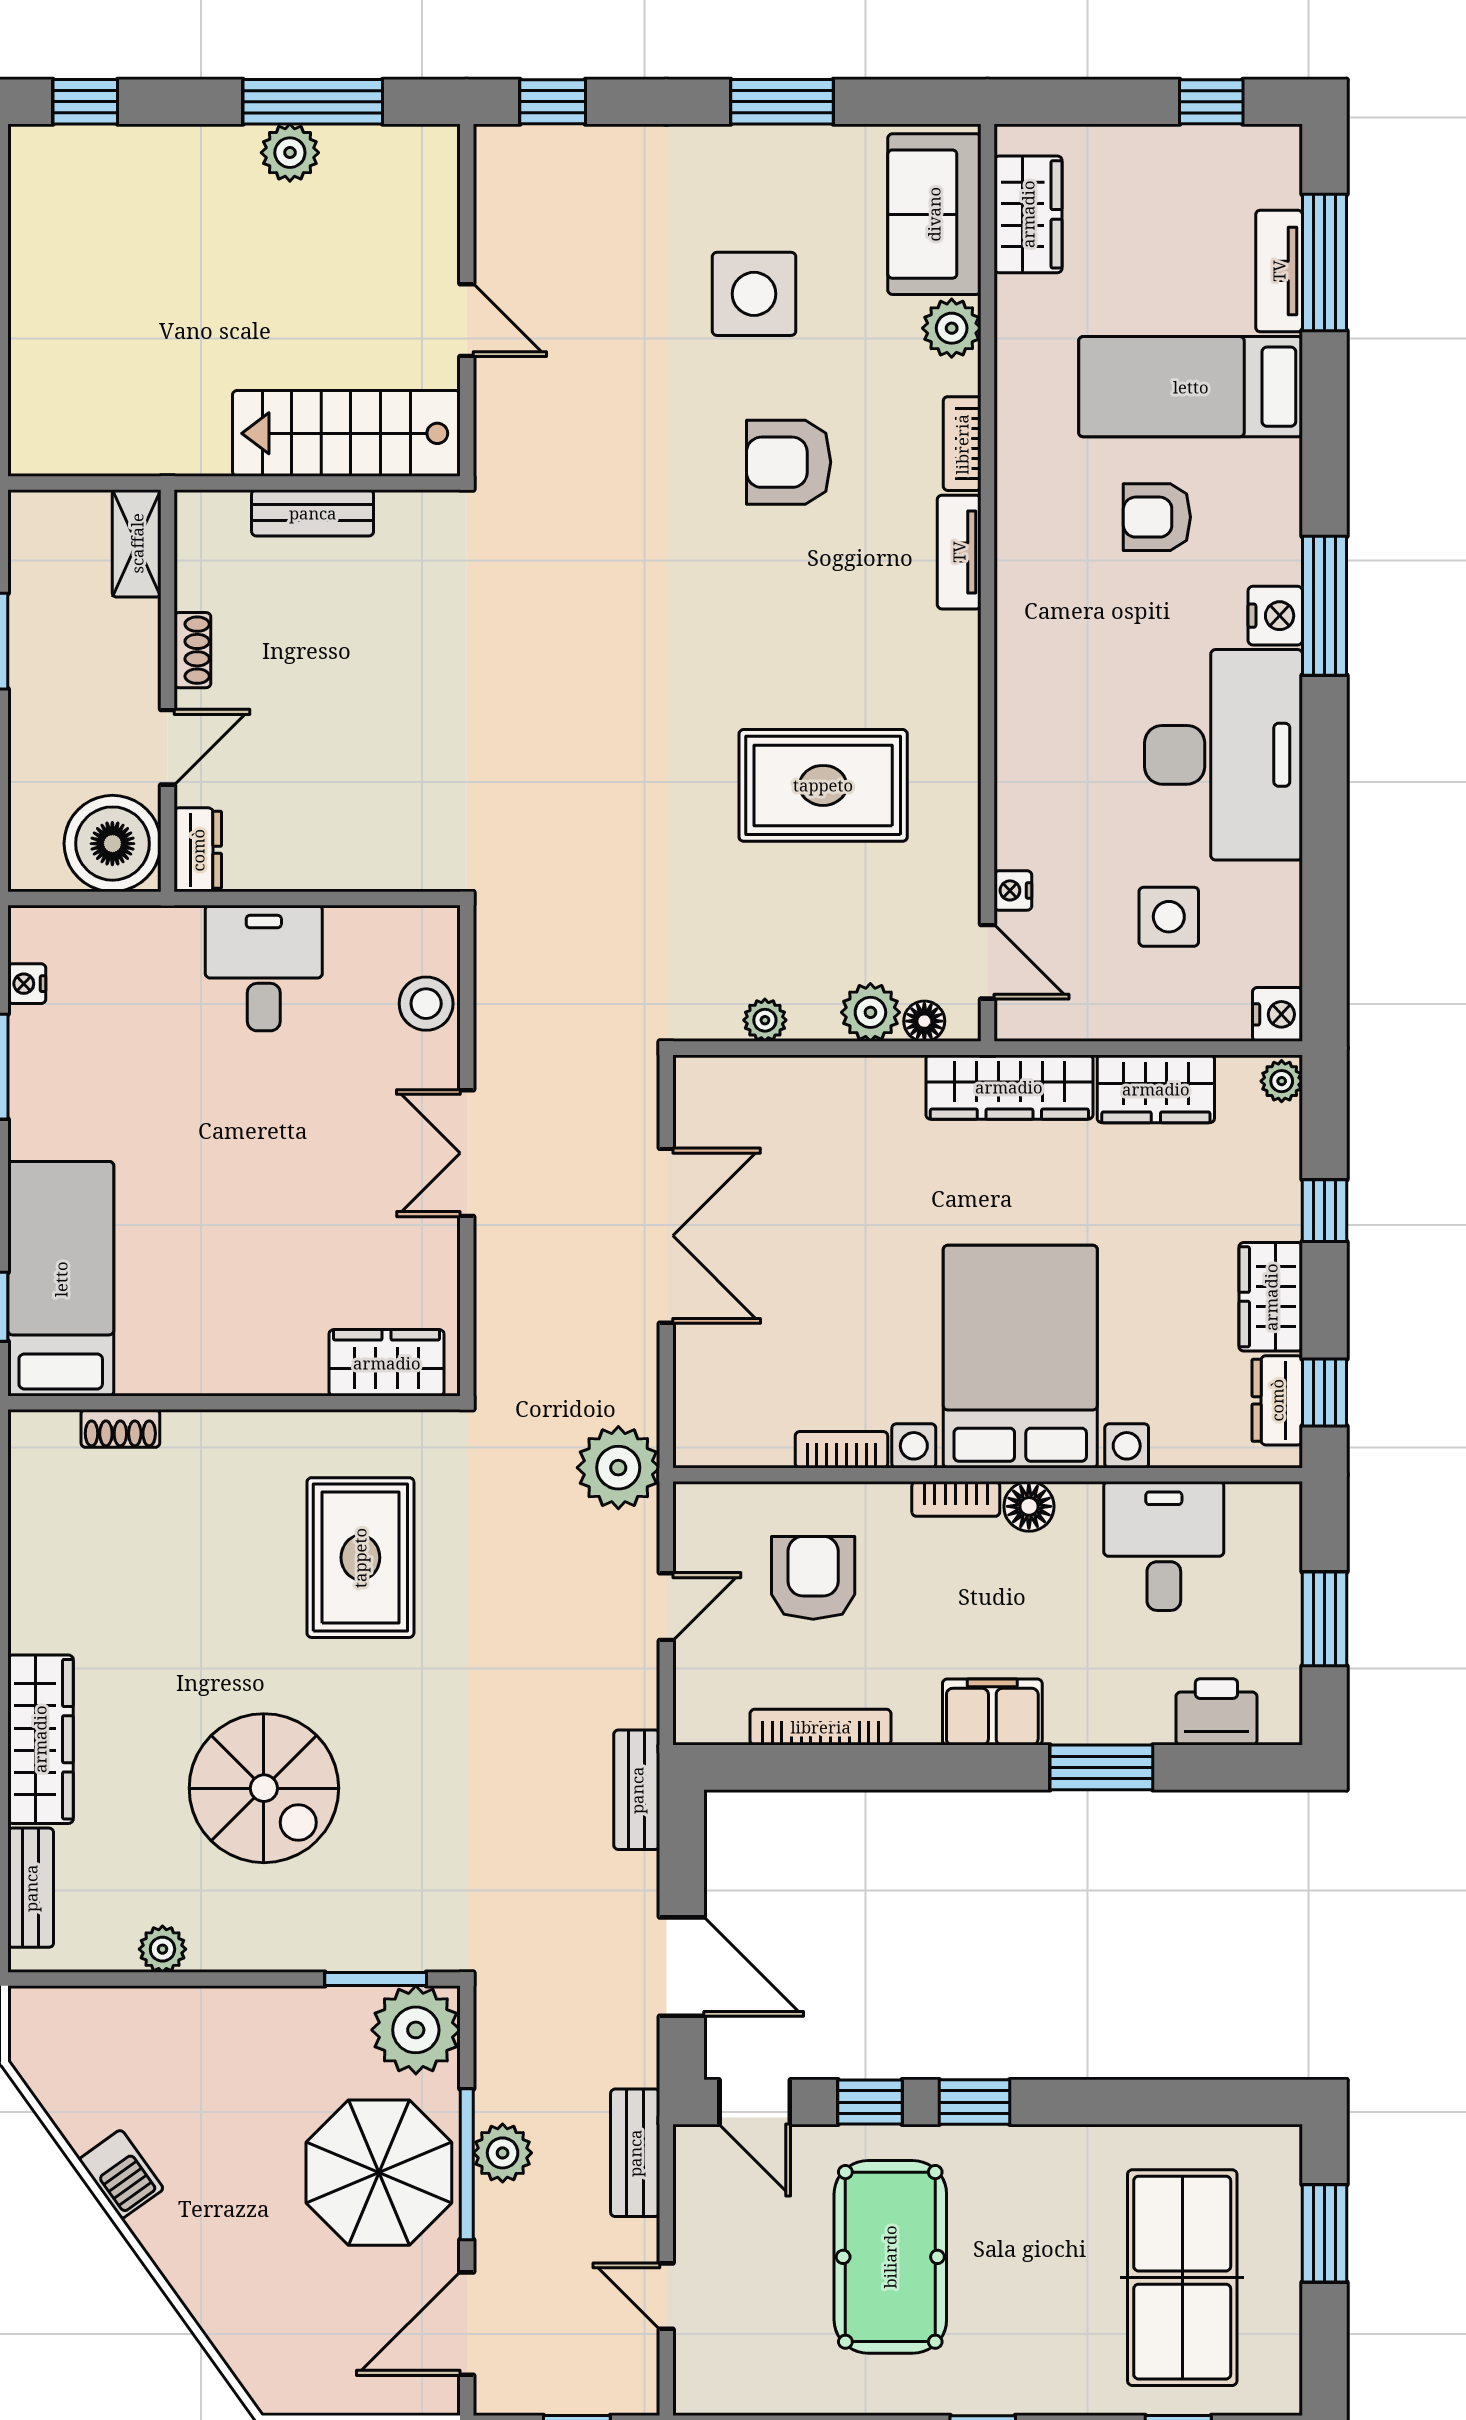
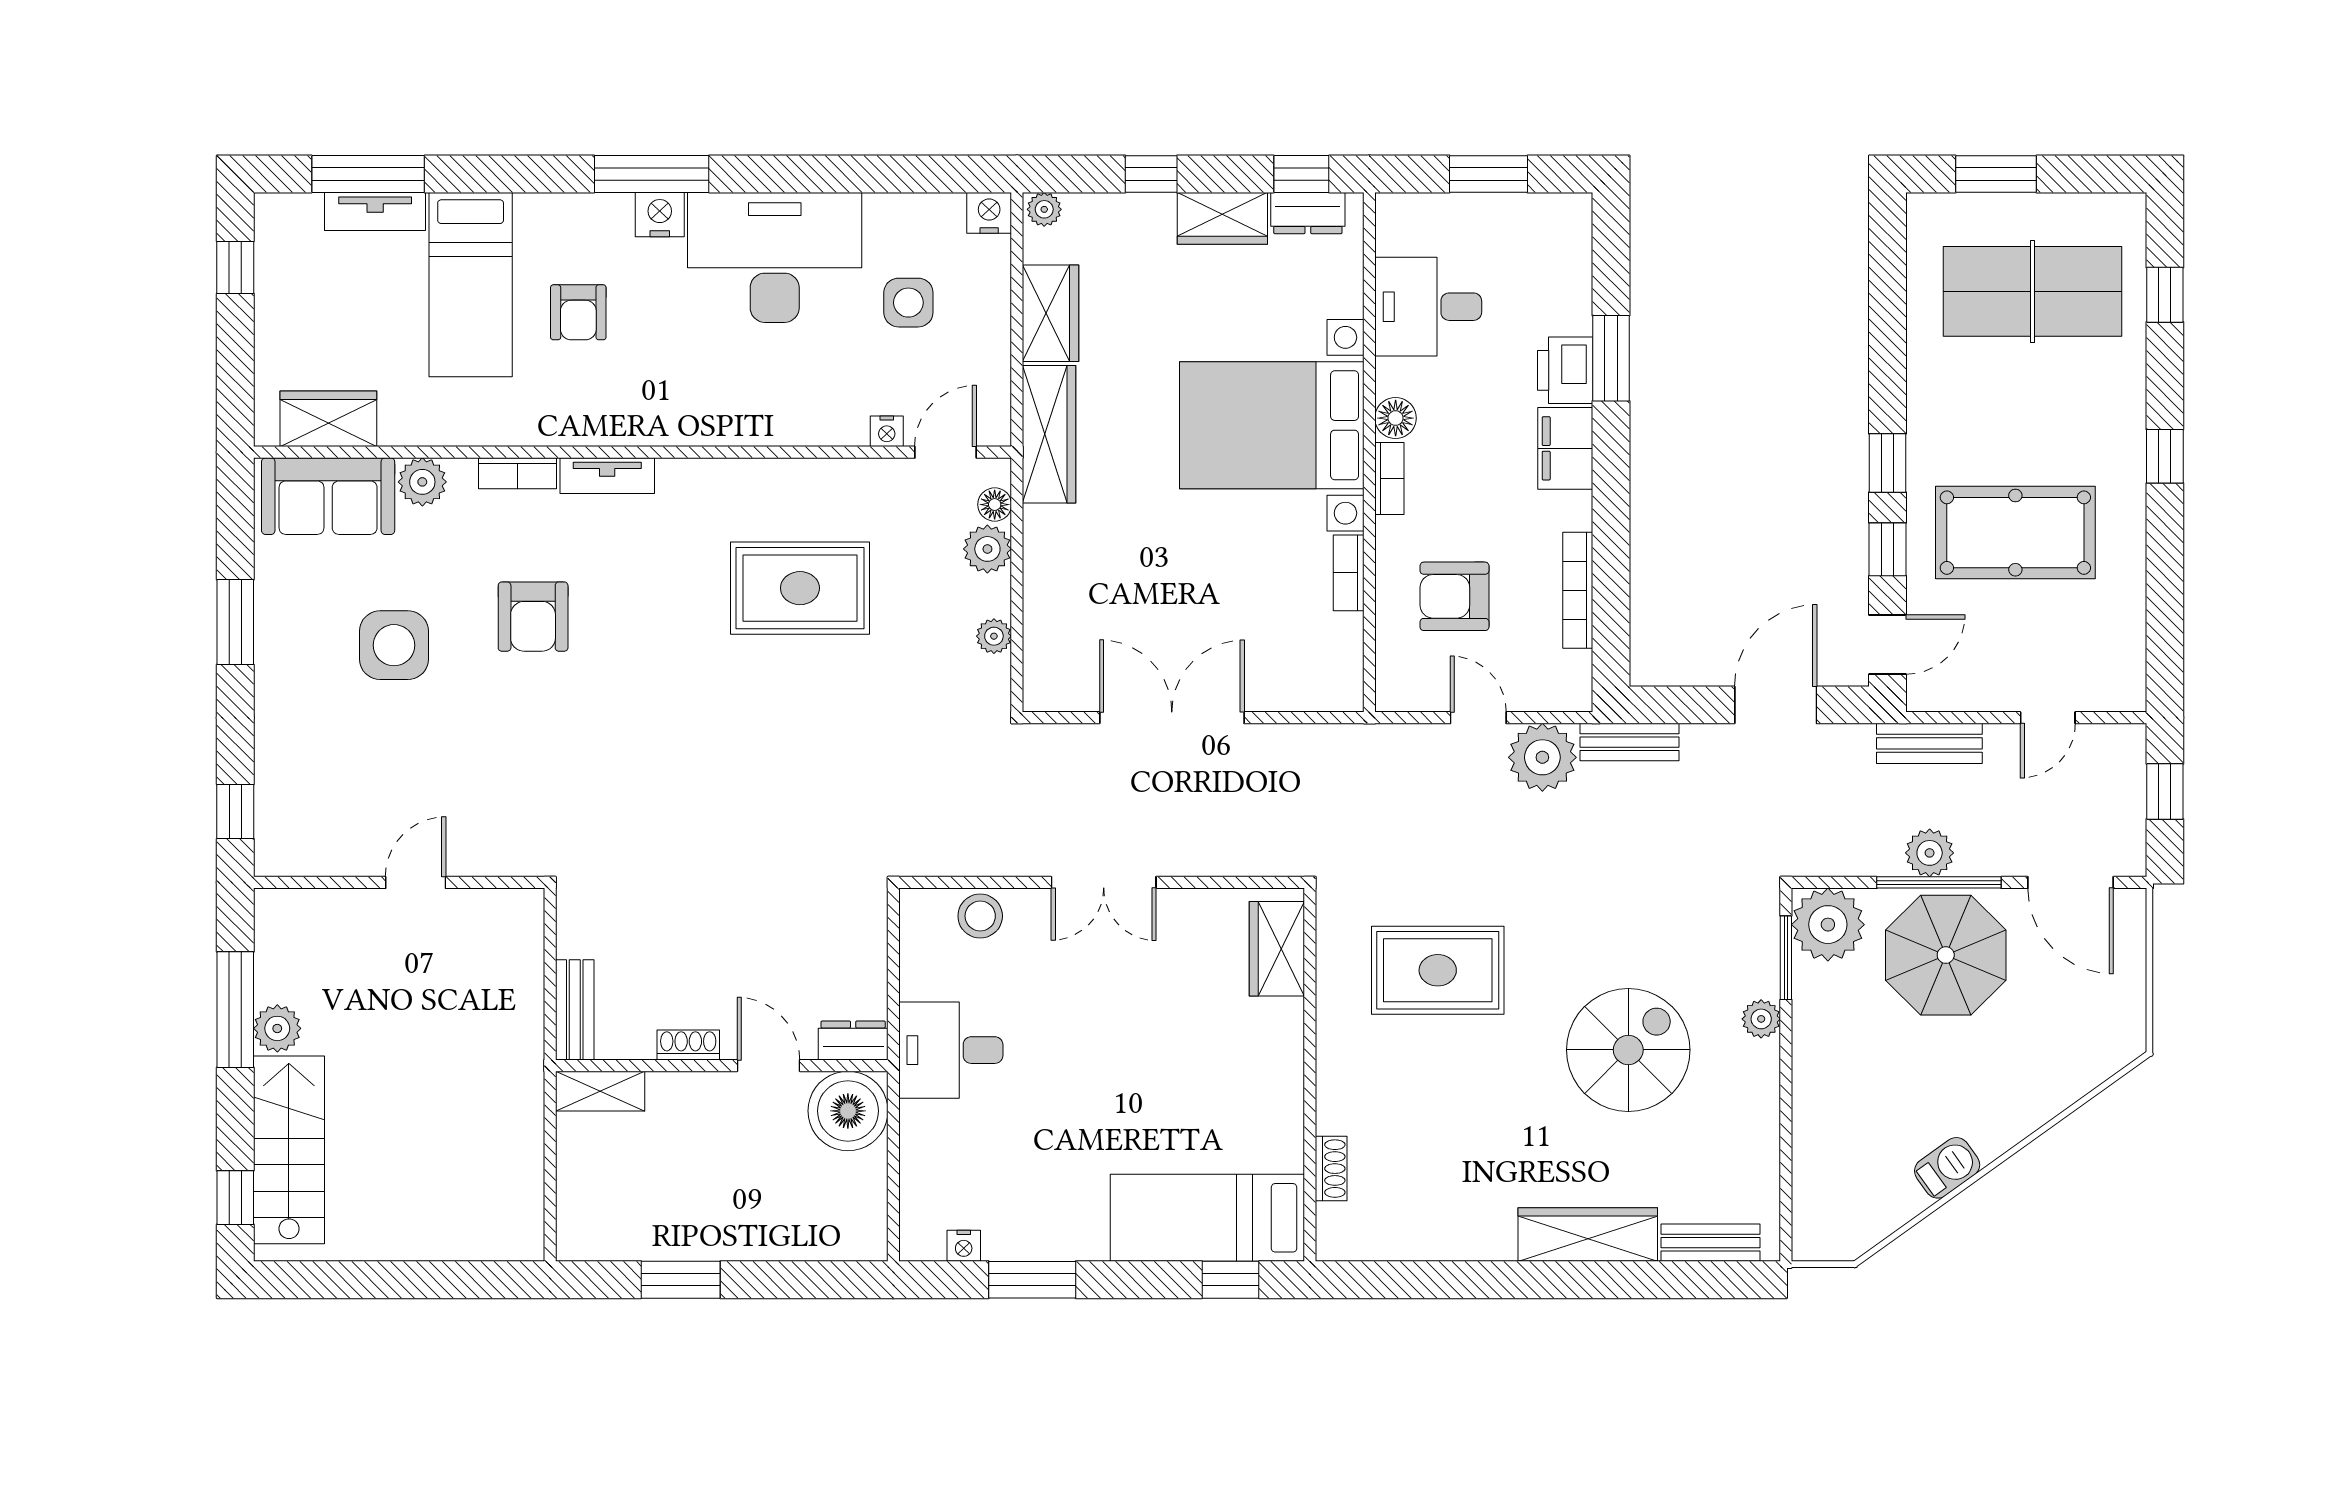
stairs: (346, 433) -> (289, 1150), moved, turned 180
shelving: (137, 543) -> (600, 1091), moved
shoe rack: (192, 650) -> (688, 1045), moved
wall: (167, 691) -> (722, 1066), moved
door: (167, 747) -> (768, 1066), moved
rug: (823, 785) -> (800, 588), turned 90
boiler: (112, 844) -> (848, 1111), moved
dresser: (198, 850) -> (853, 1041), moved
plant: (618, 1468) -> (1542, 757), moved
printer: (1216, 1712) -> (1565, 370), moved
plant: (162, 1949) -> (1761, 1019), moved

